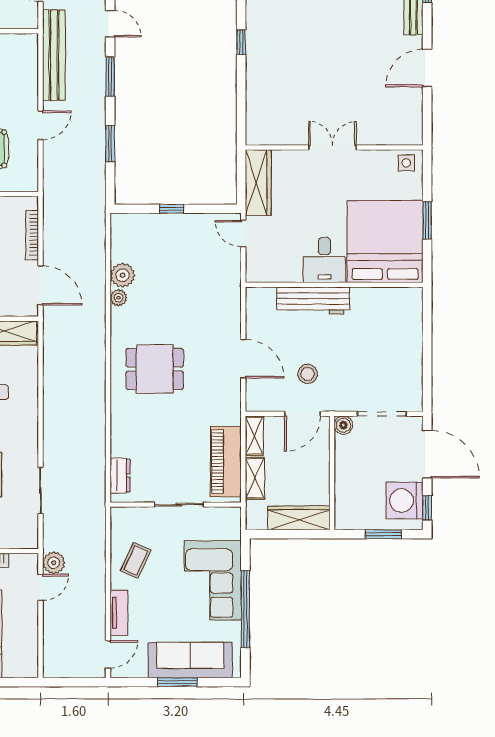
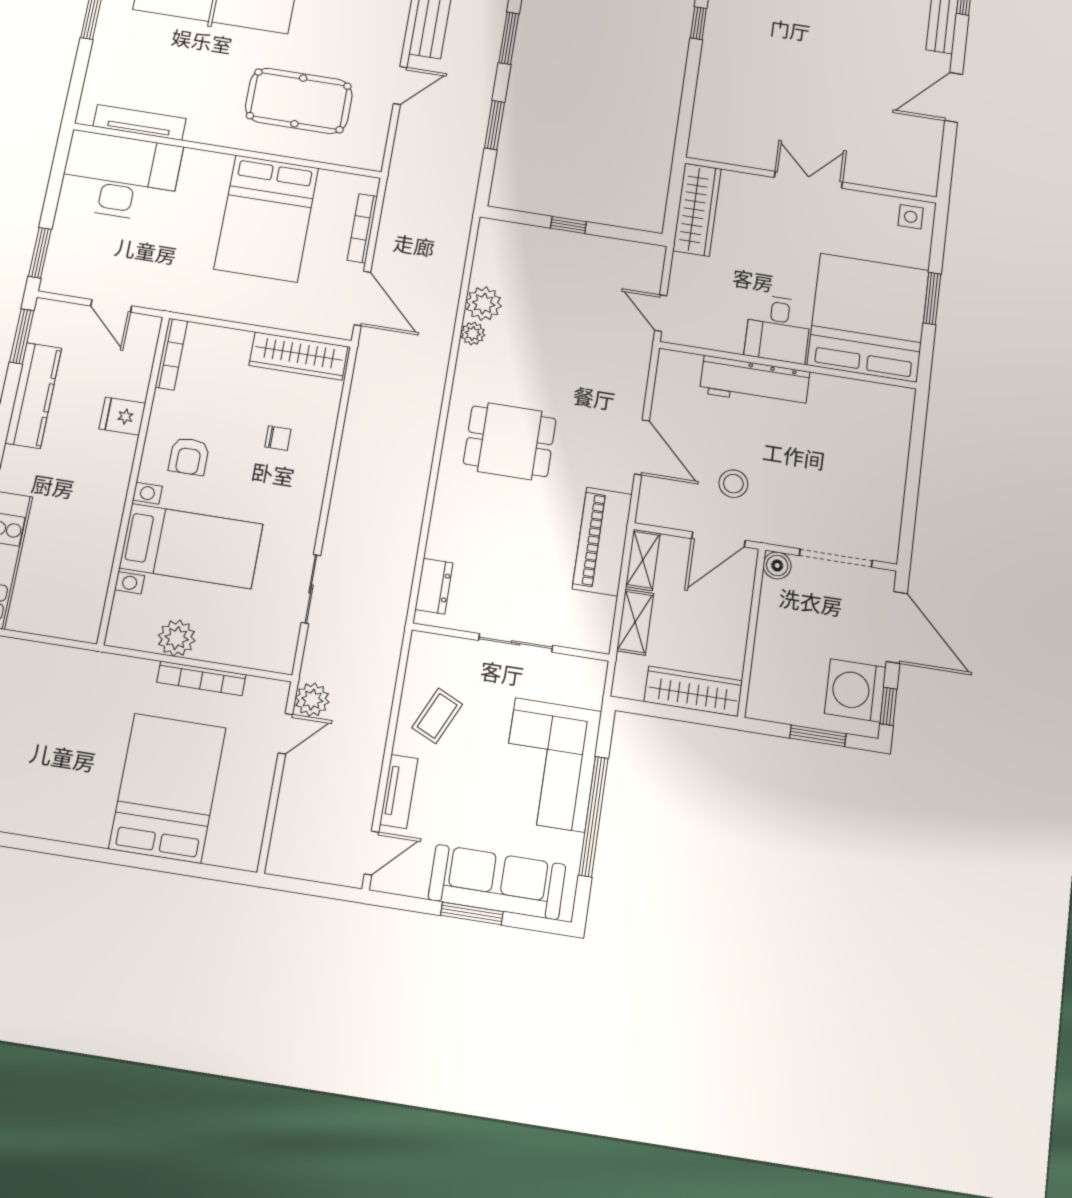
door: (243, 233) -> (661, 313), moved
piano: (226, 462) -> (602, 541), moved

